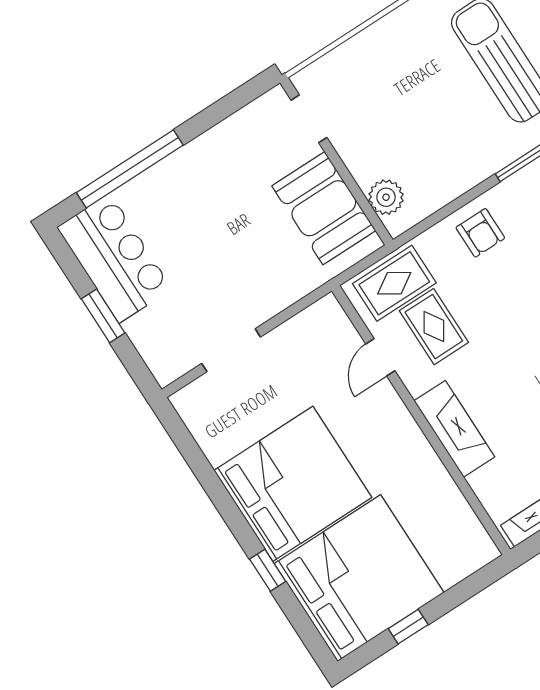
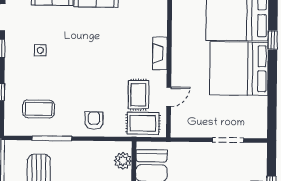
fireplace: (454, 429) -> (160, 53), width x0.73, depth x0.76

